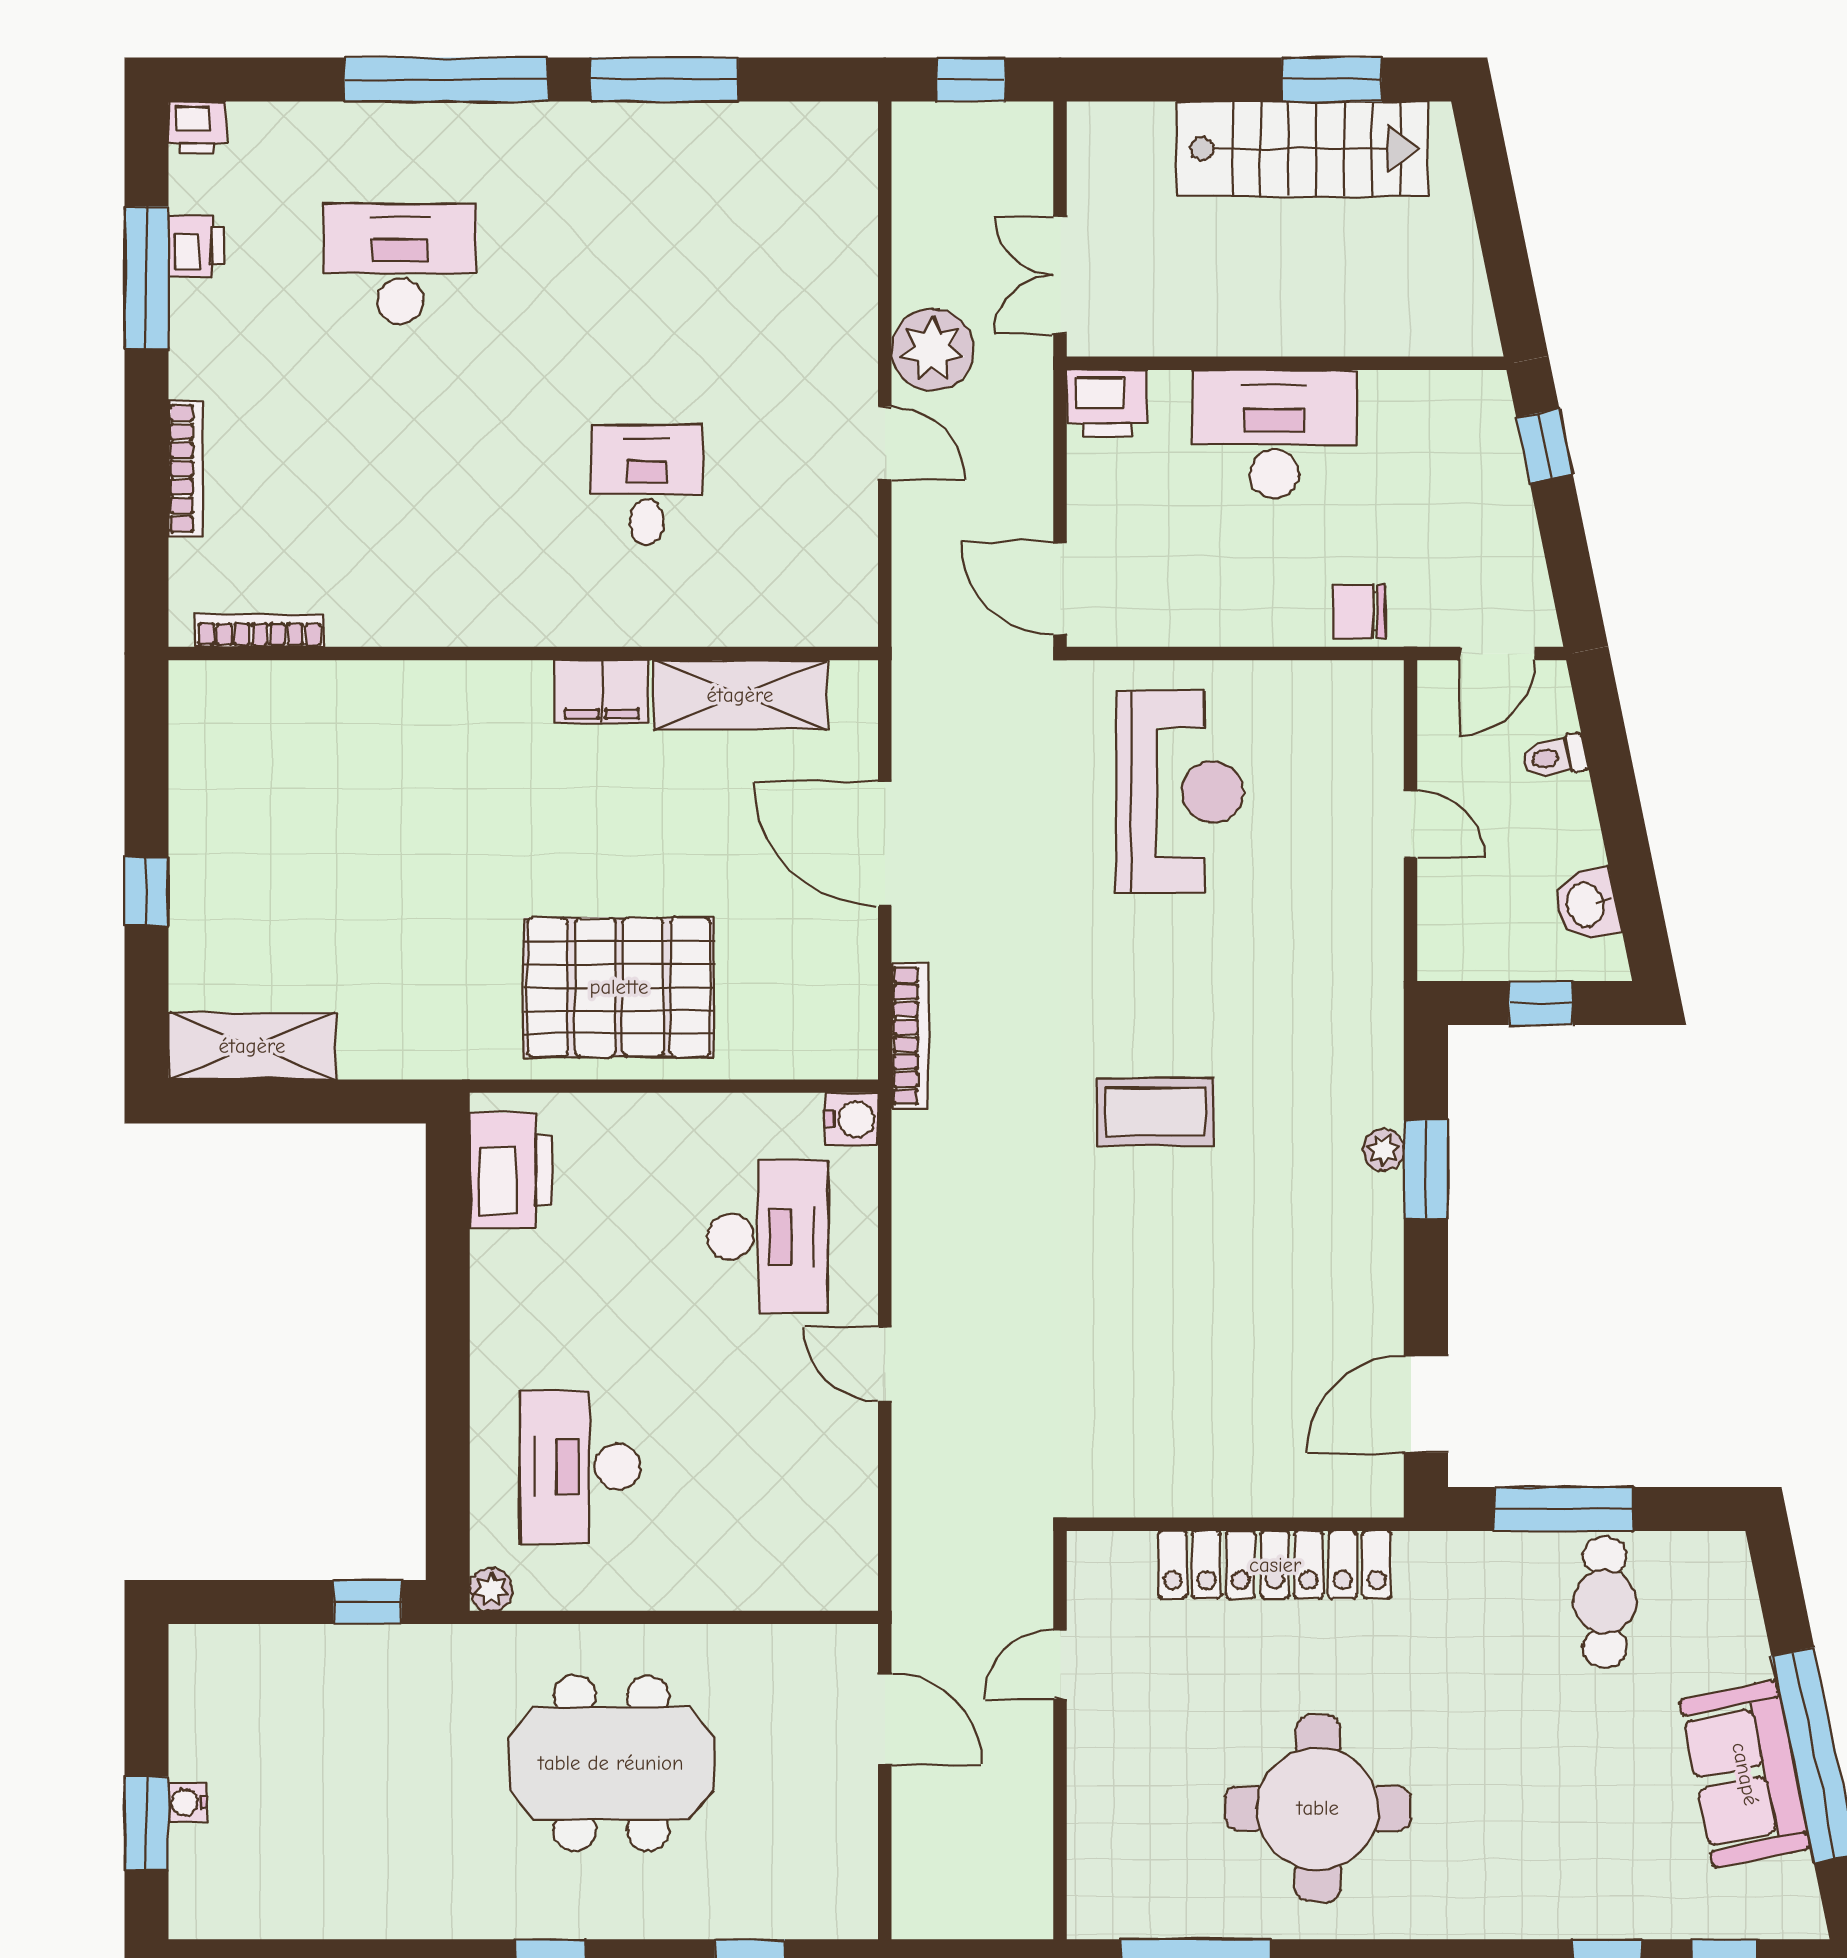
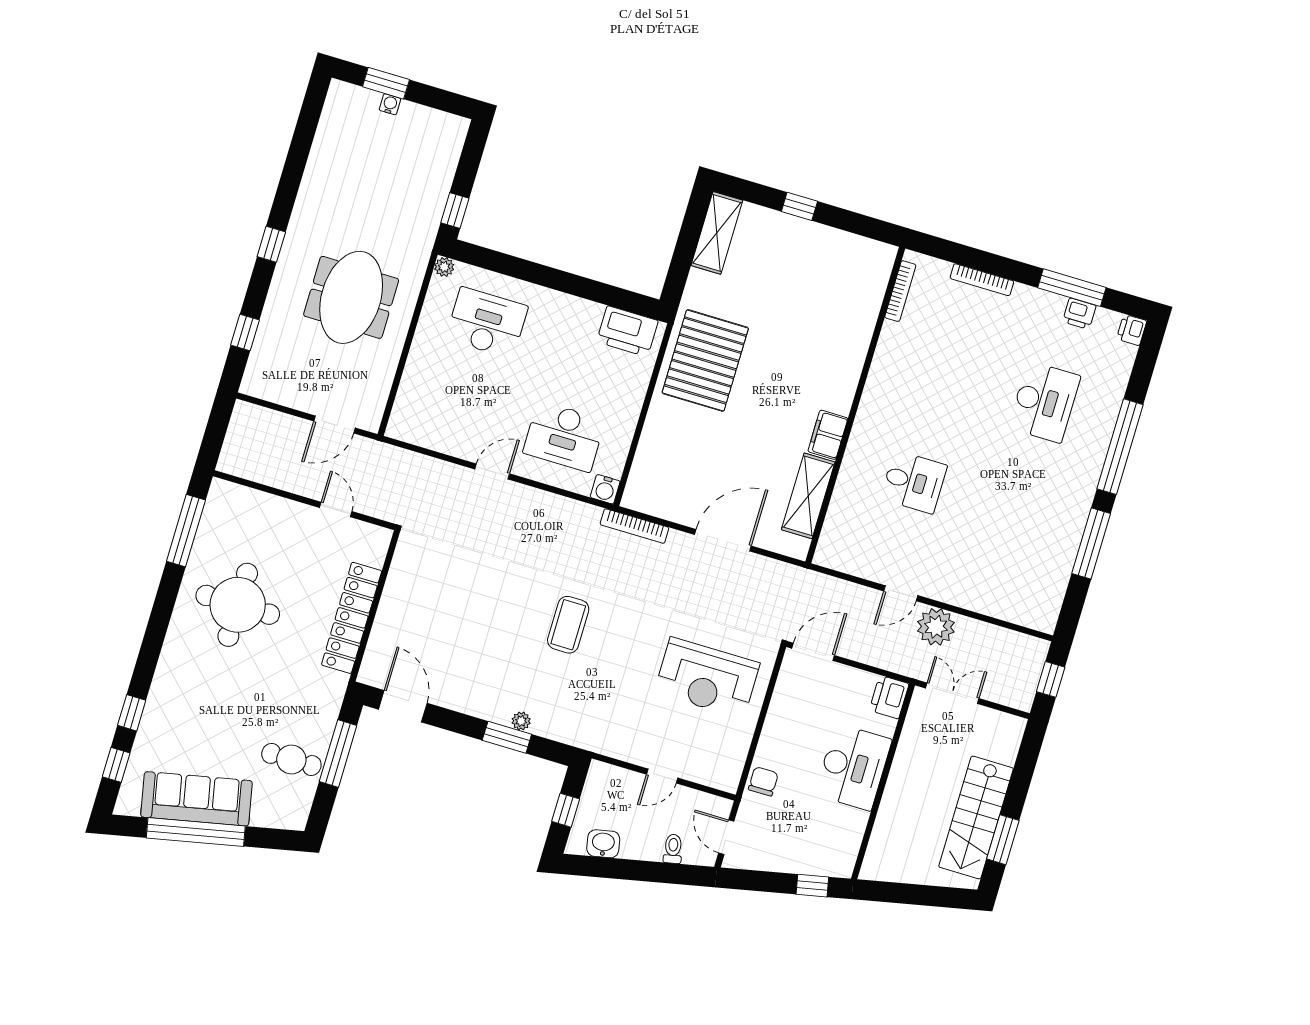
pallet: (619, 987) -> (705, 360), moved
sofa: (1745, 1774) -> (196, 799), width x1.36

